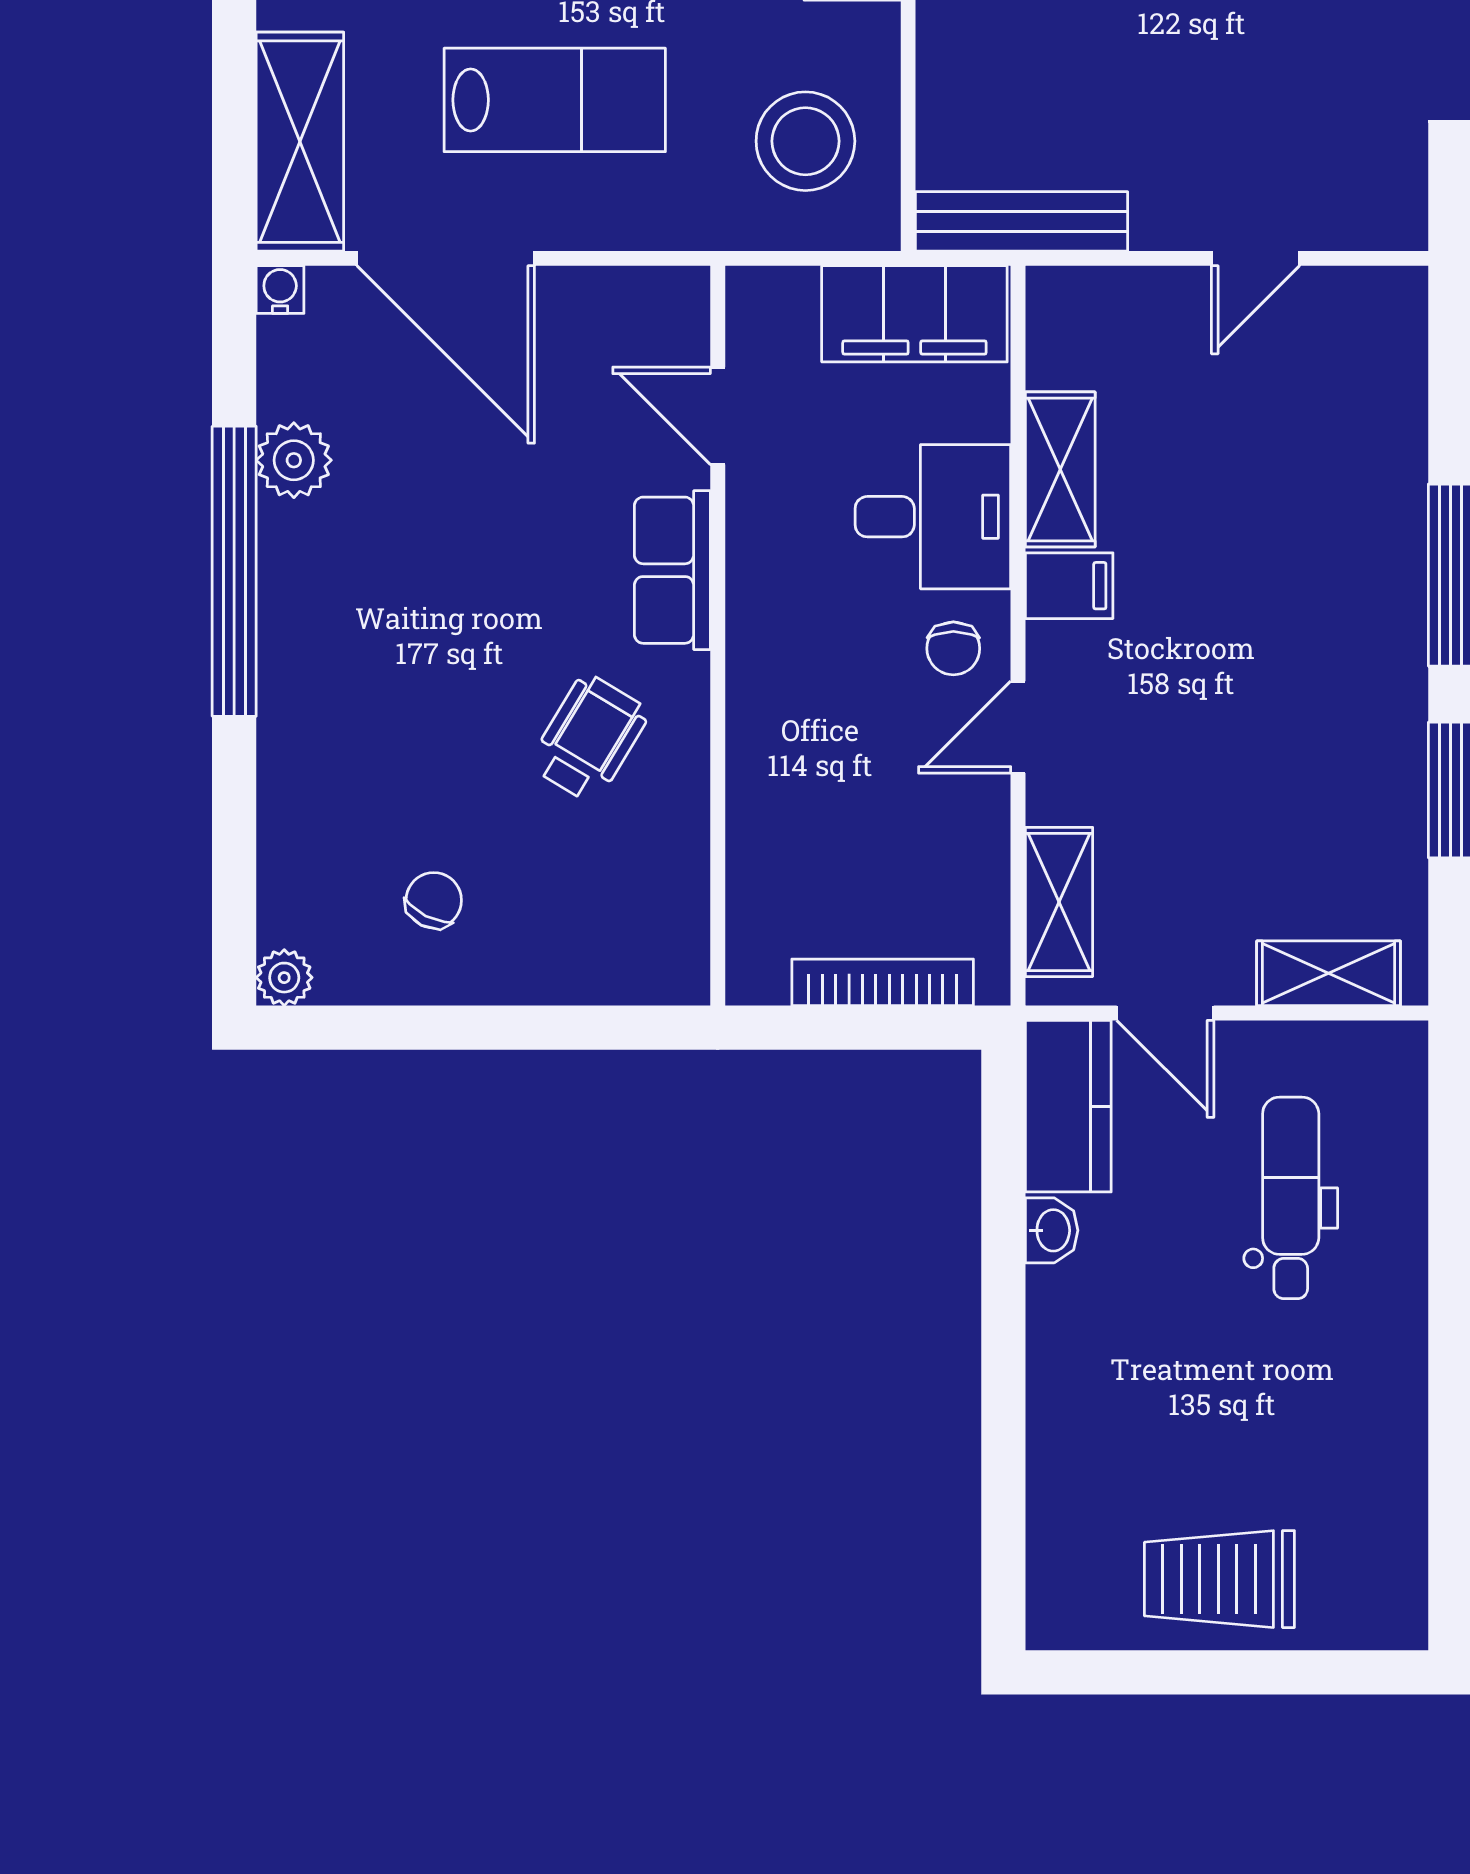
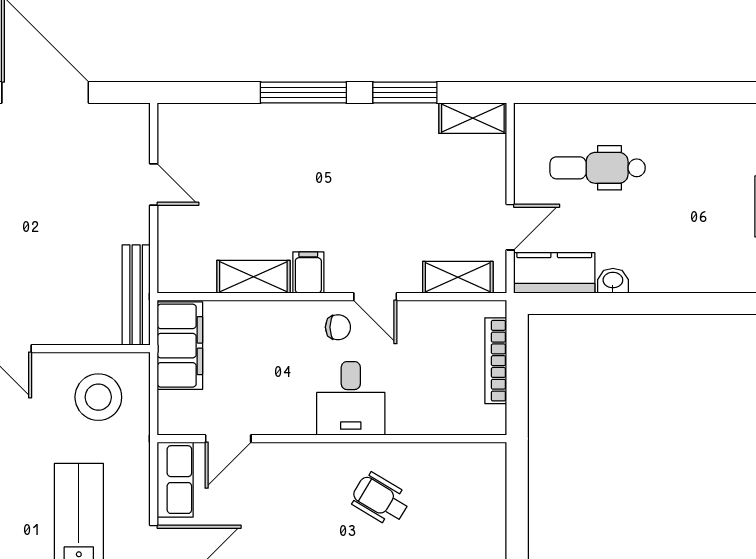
desk: (933, 517) -> (351, 398), moved, turned 180
row of seats: (672, 570) -> (175, 480), moved, turned -90
shelving: (1329, 973) -> (473, 118), moved, turned 90

